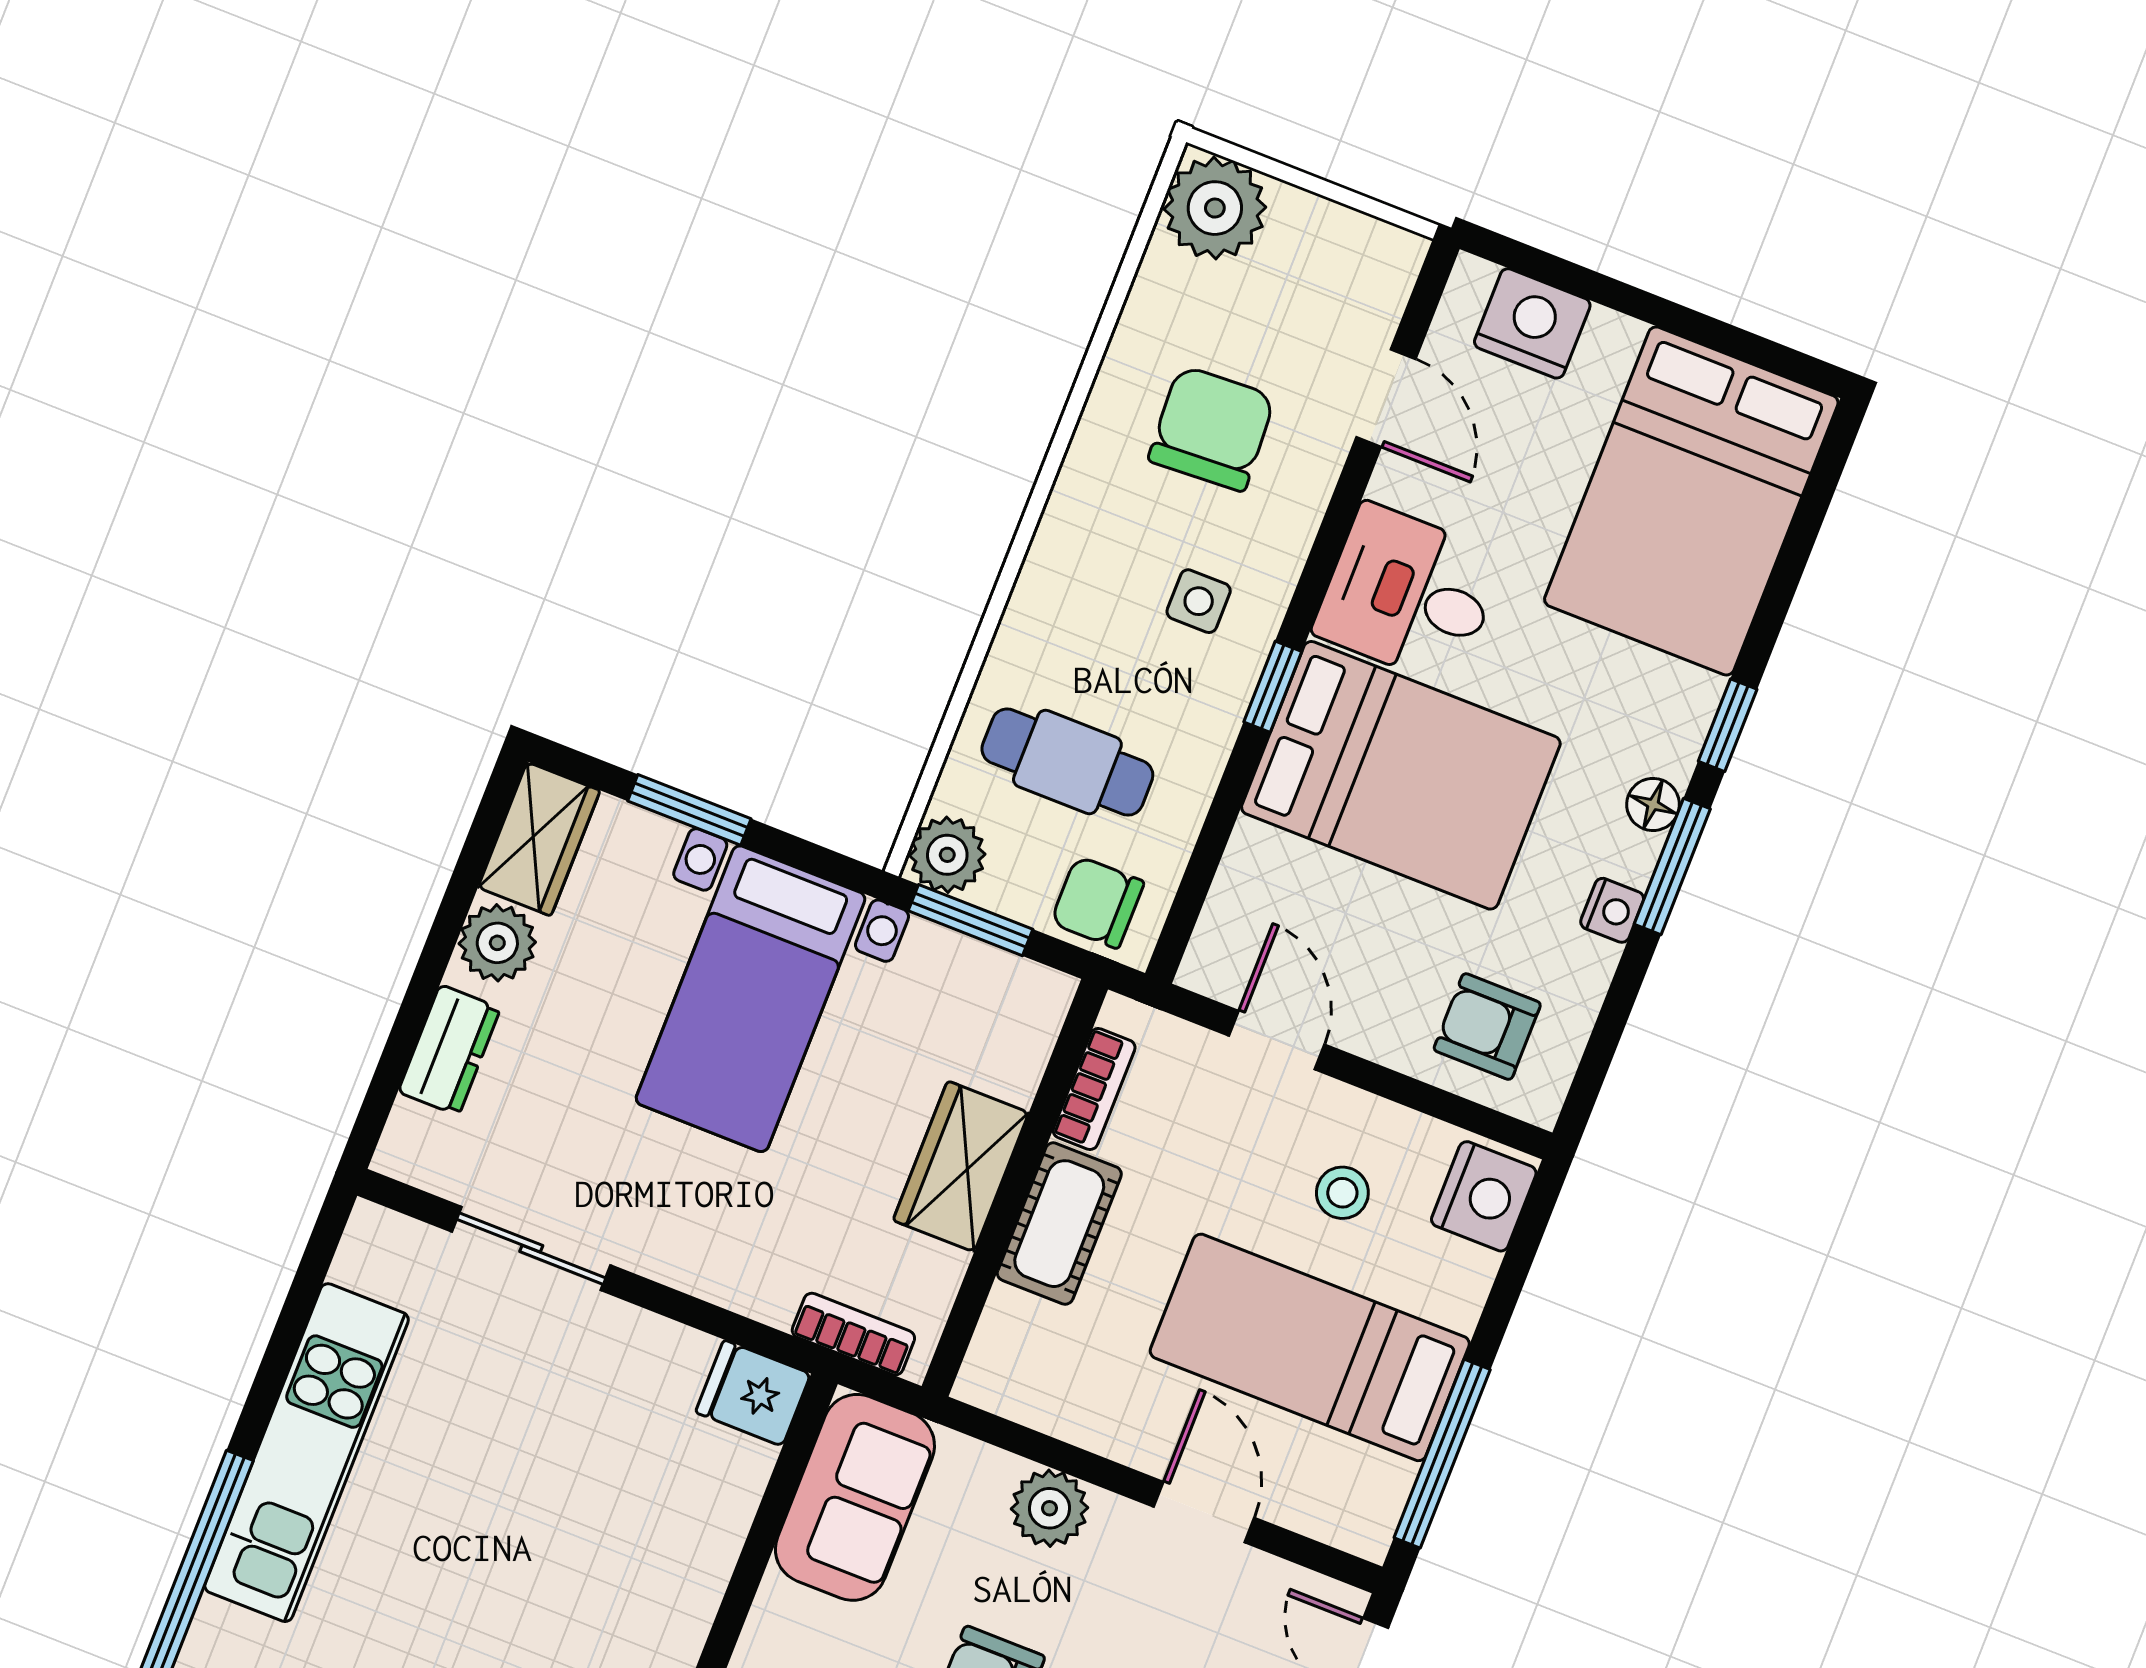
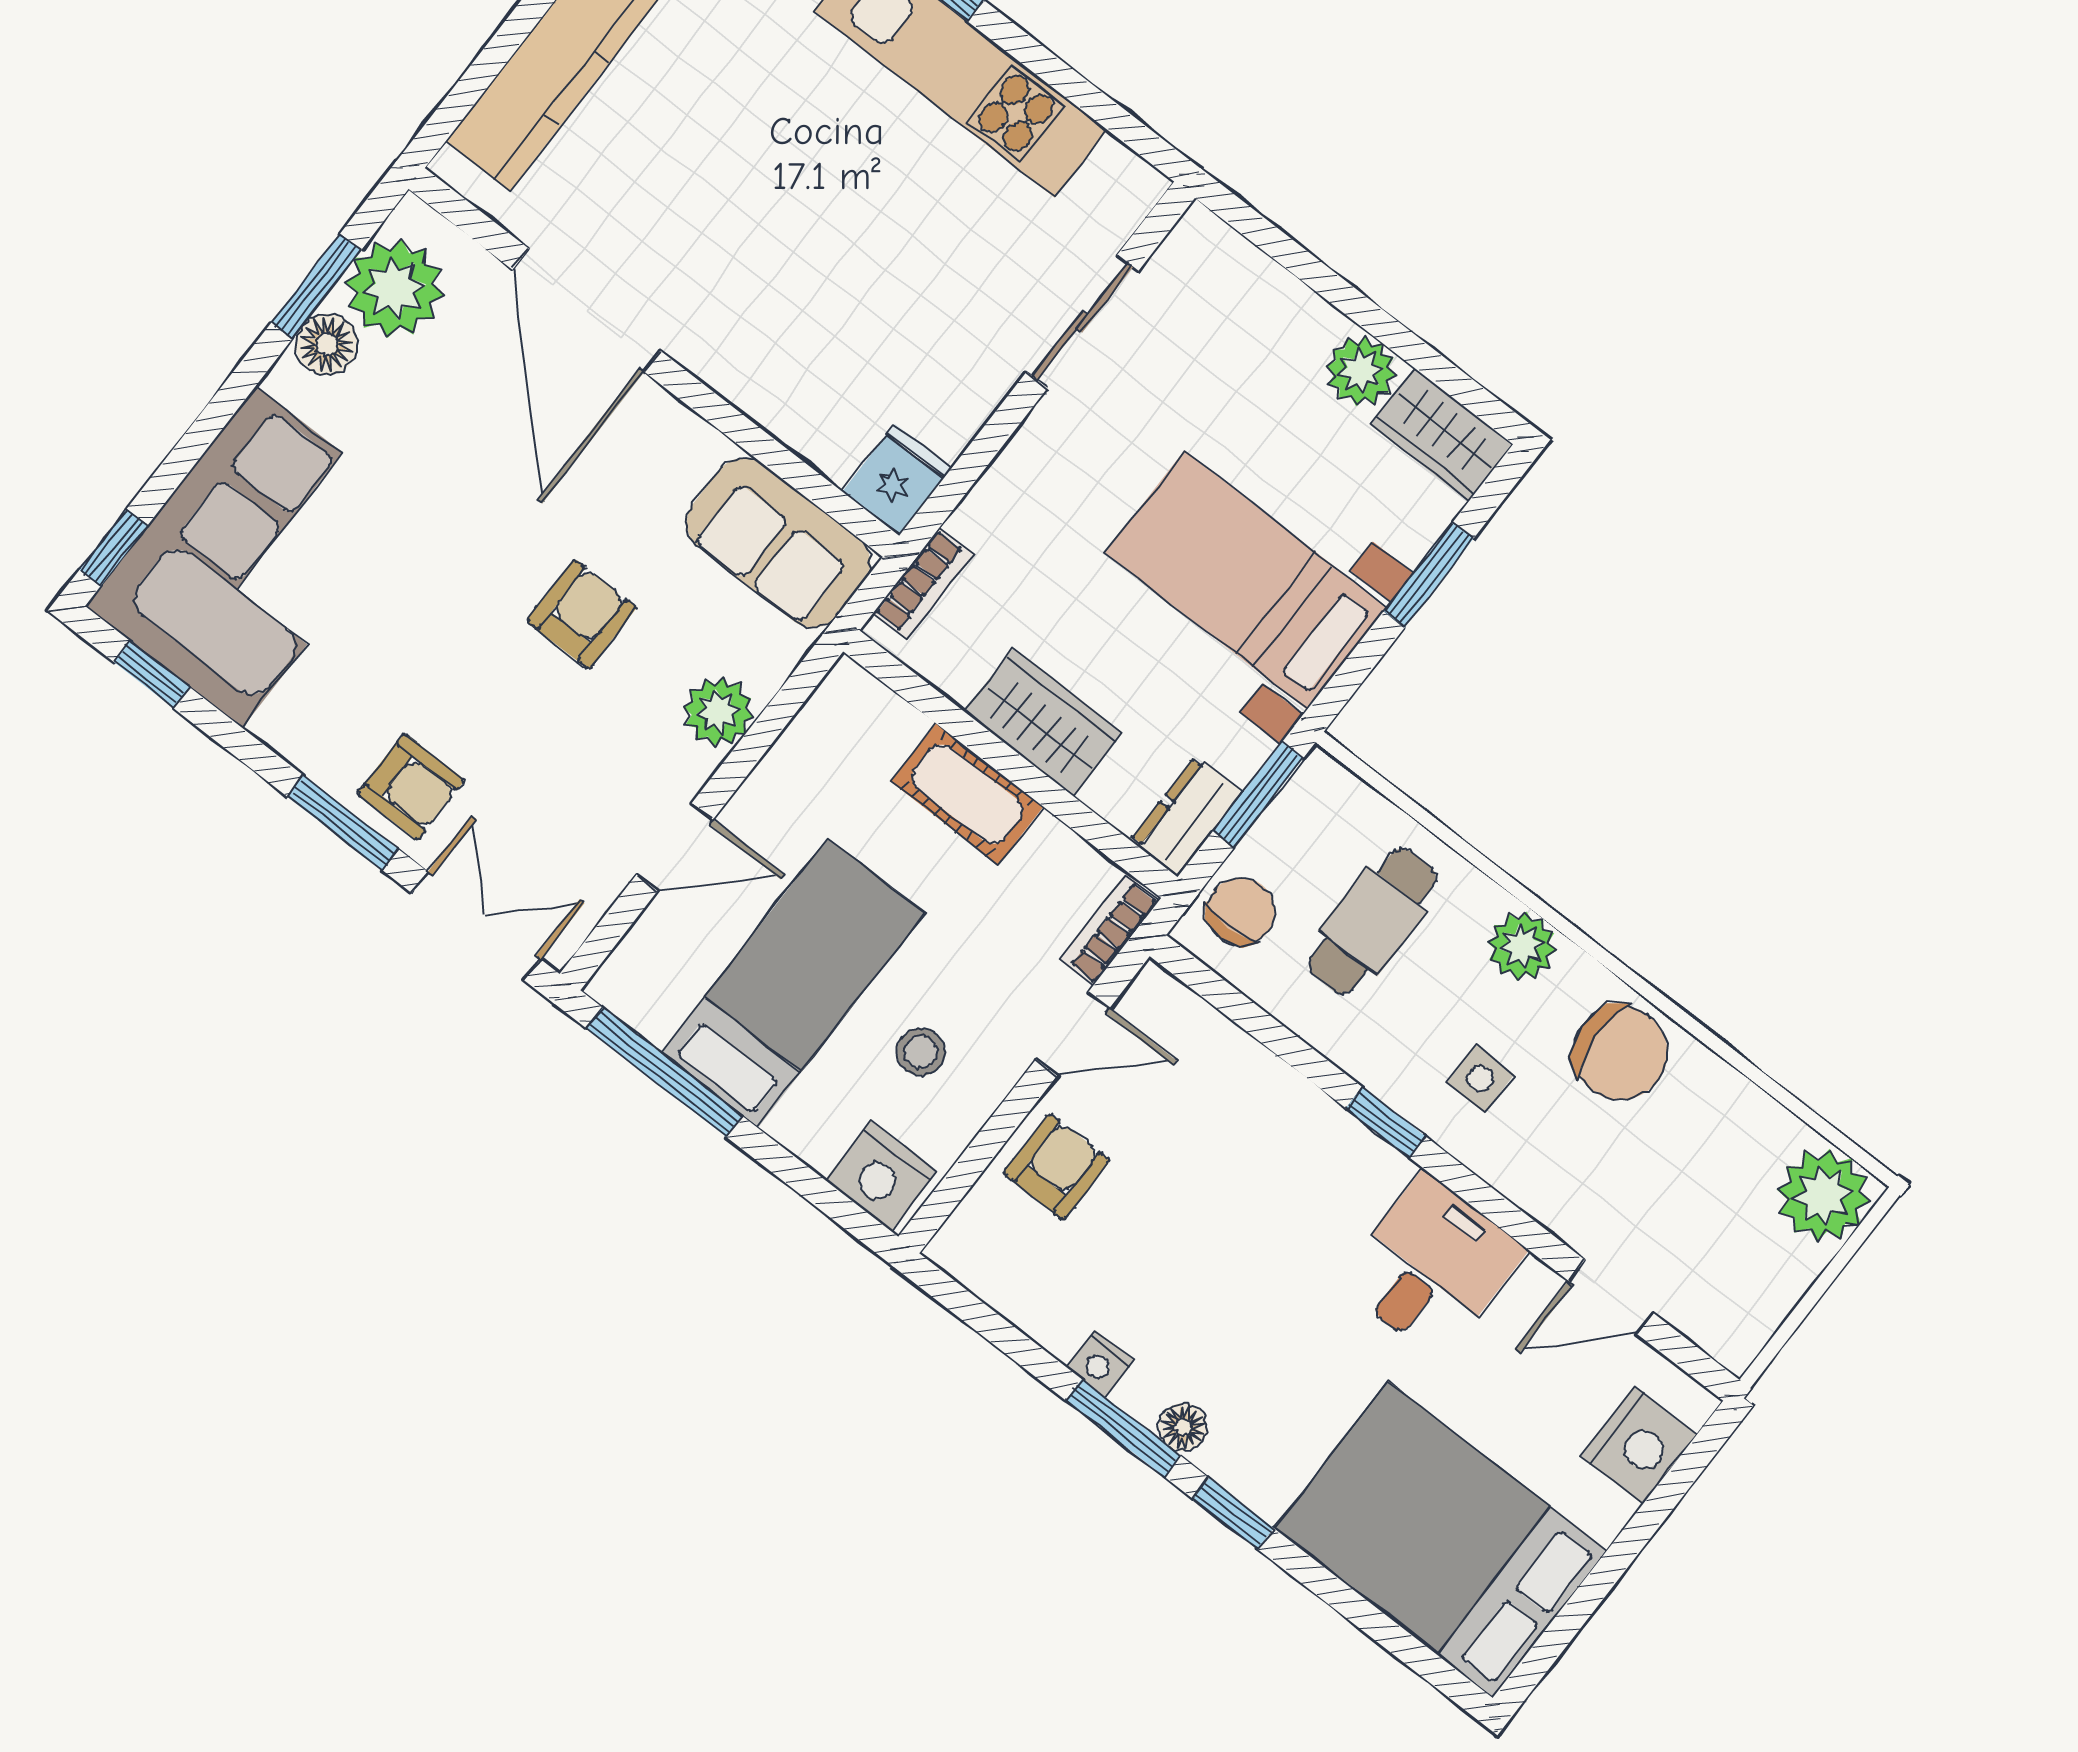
chair: (1212, 428) -> (1620, 1053), moved
bed: (1401, 775) -> (1274, 1212), removed
plant: (947, 855) -> (1522, 946), moved
armchair: (1487, 1027) -> (1057, 1167), moved
dresser: (449, 1050) -> (1186, 816), moved, turned 90
bookcase: (1094, 1089) -> (1109, 930), moved, turned 90

